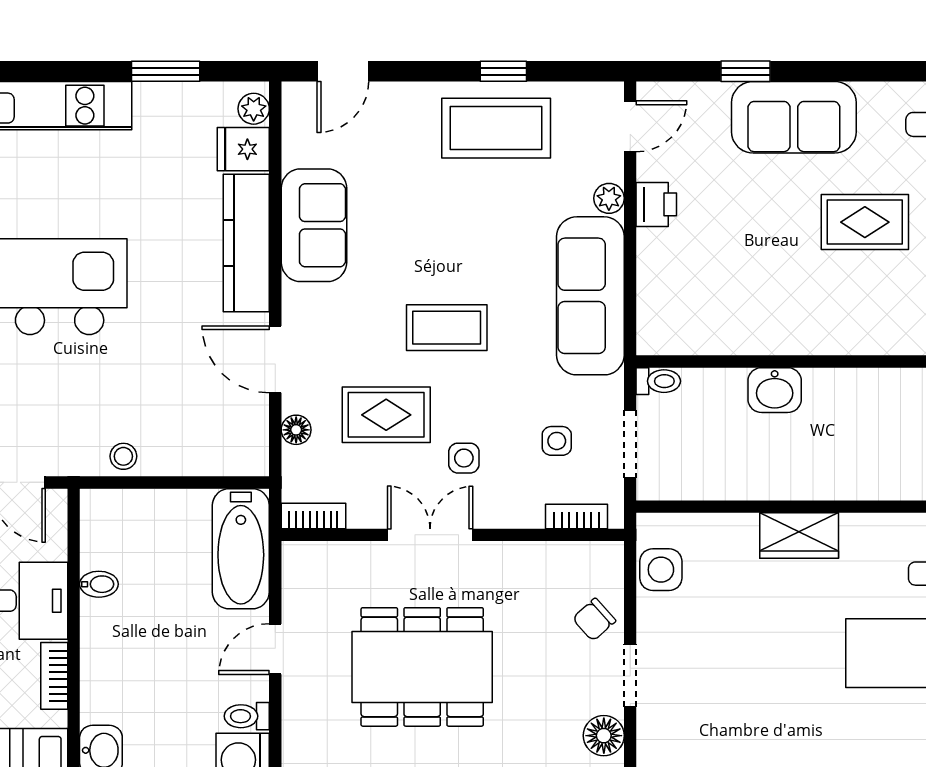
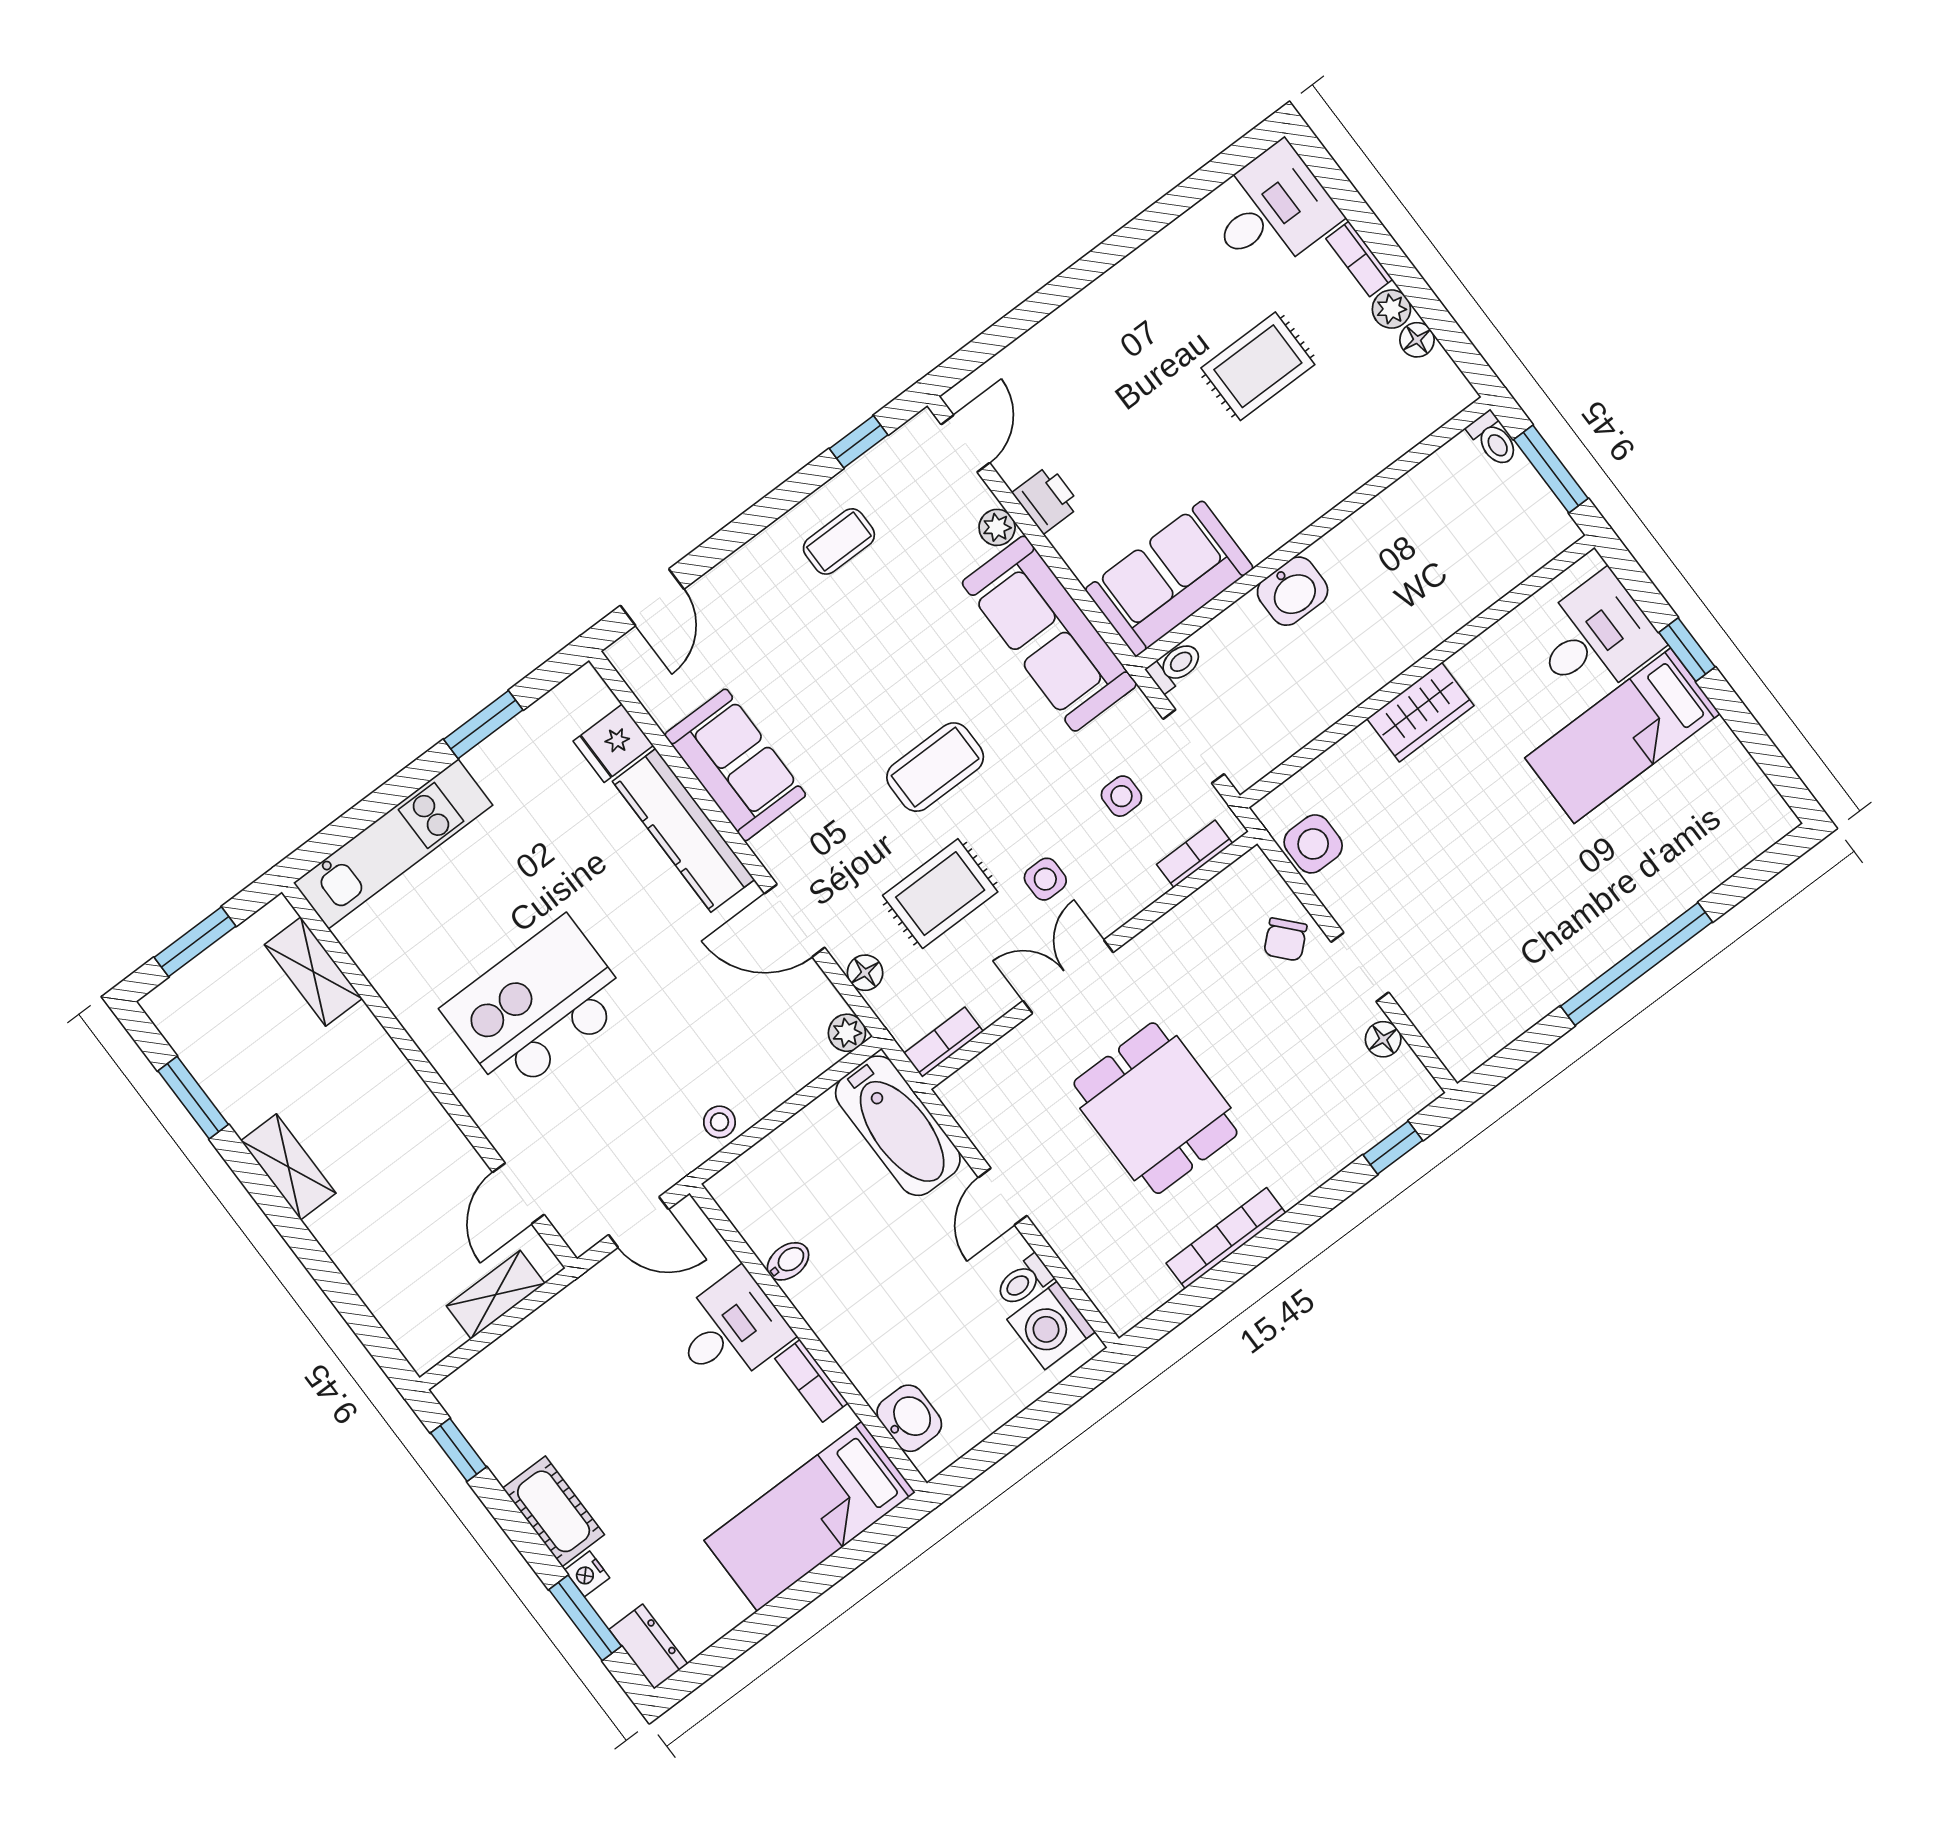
window: (503, 71) -> (859, 442), moved
window: (745, 71) -> (1036, 308), removed
plant: (254, 109) -> (847, 1033), moved
sofa: (794, 117) -> (1169, 579), moved, turned 180
coffee table: (496, 128) -> (839, 541), width x0.54, depth x0.58
dining table: (422, 667) -> (1155, 1108), width x0.73
floor lamp: (604, 736) -> (1383, 1039), width x0.73, depth x0.73

